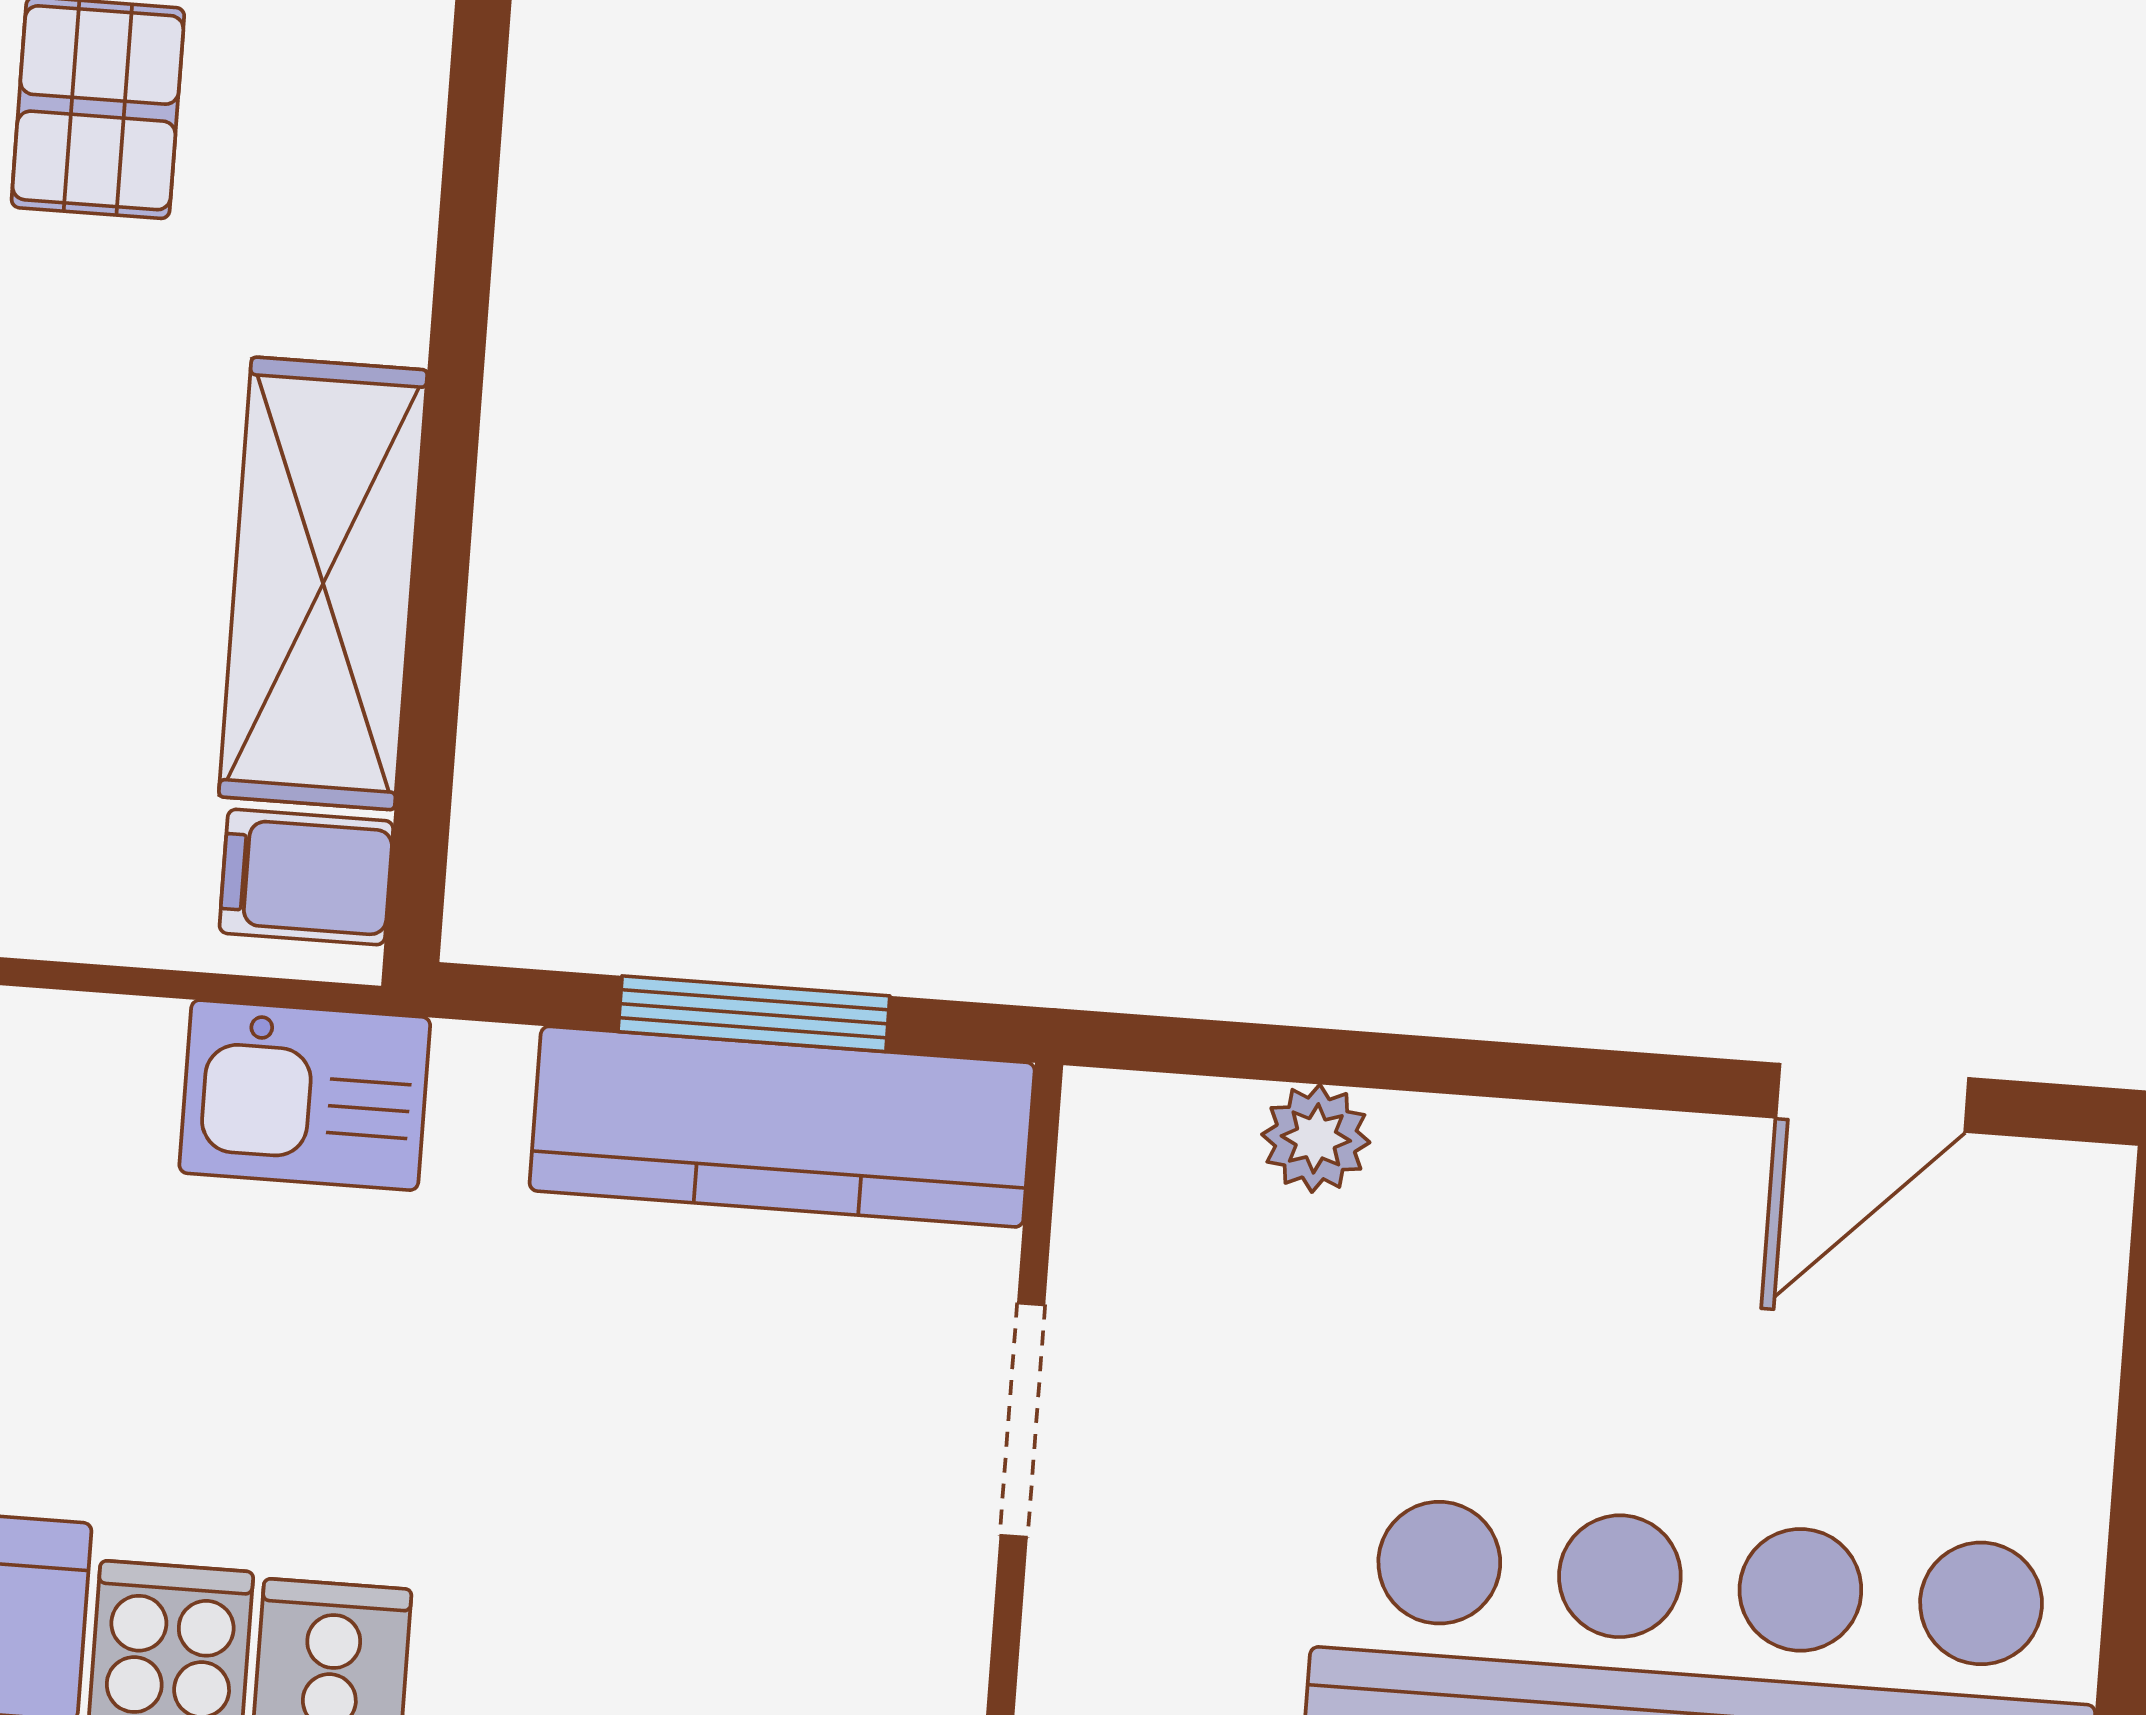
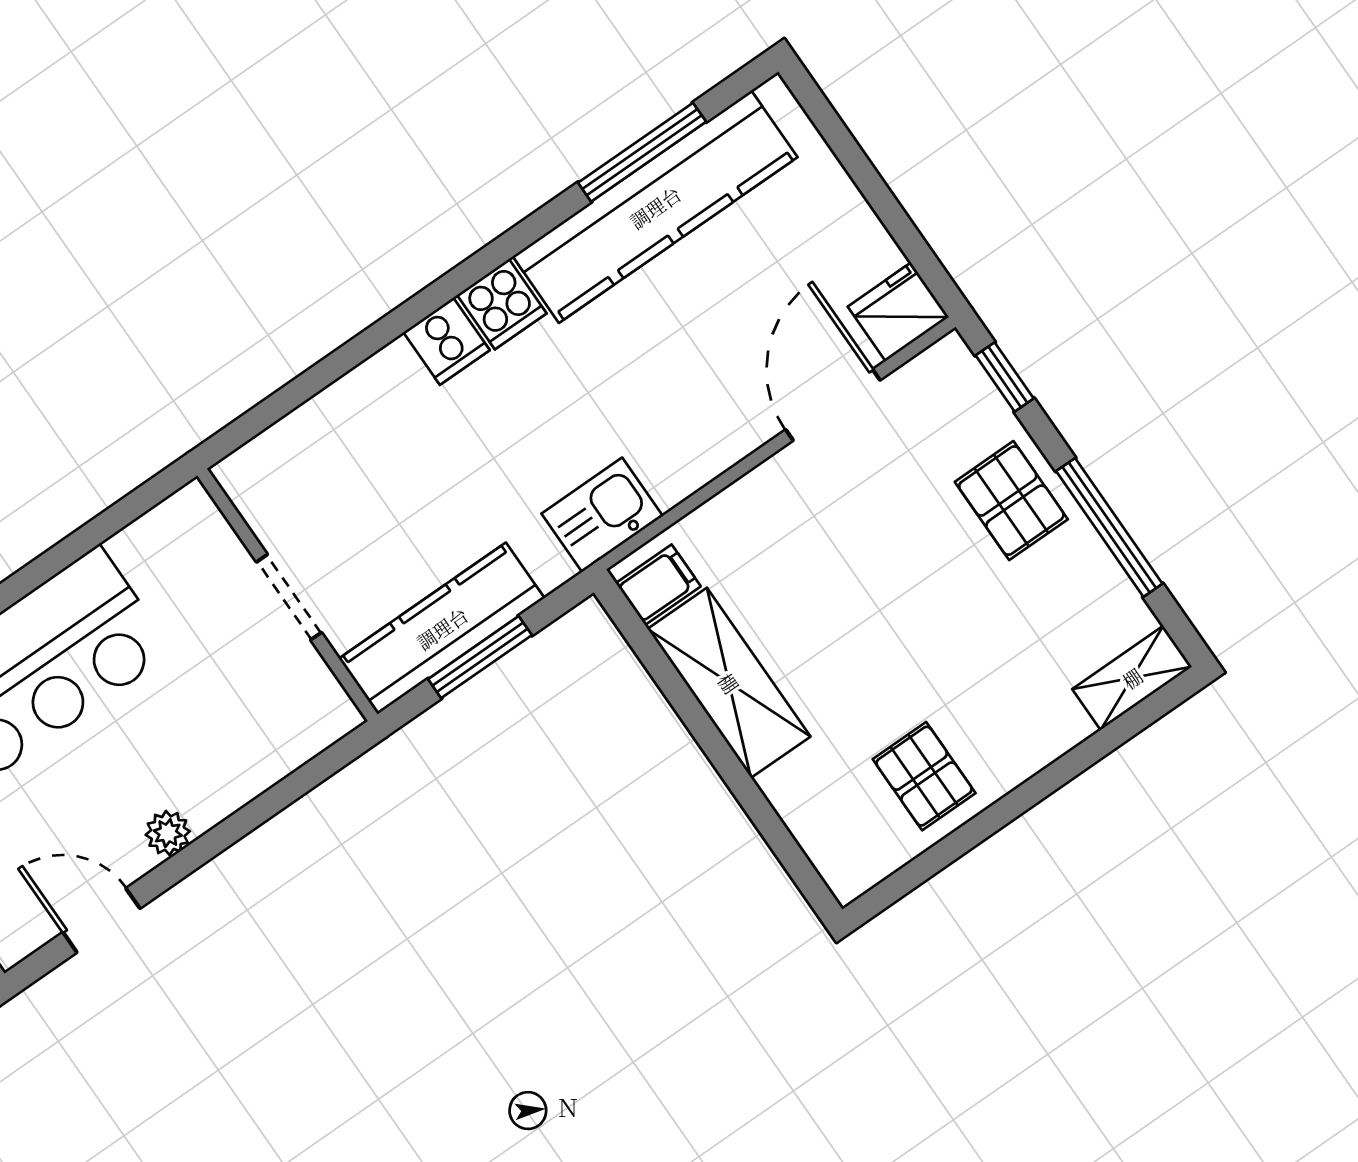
door: (1872, 1098) -> (101, 920), hinge flipped
plant: (1316, 1138) -> (168, 833), moved

